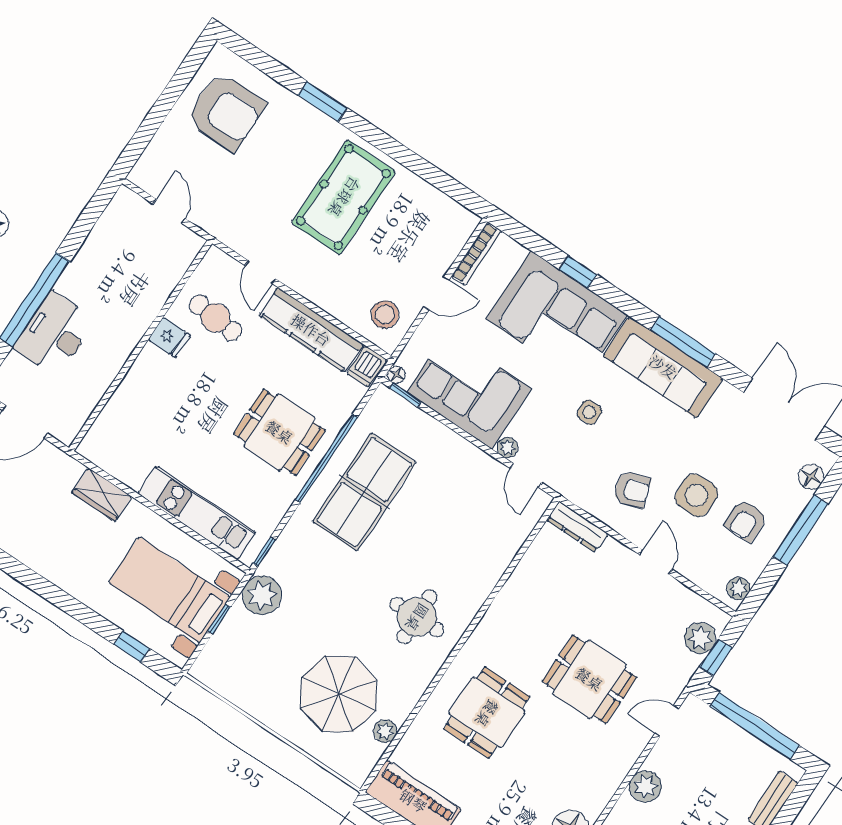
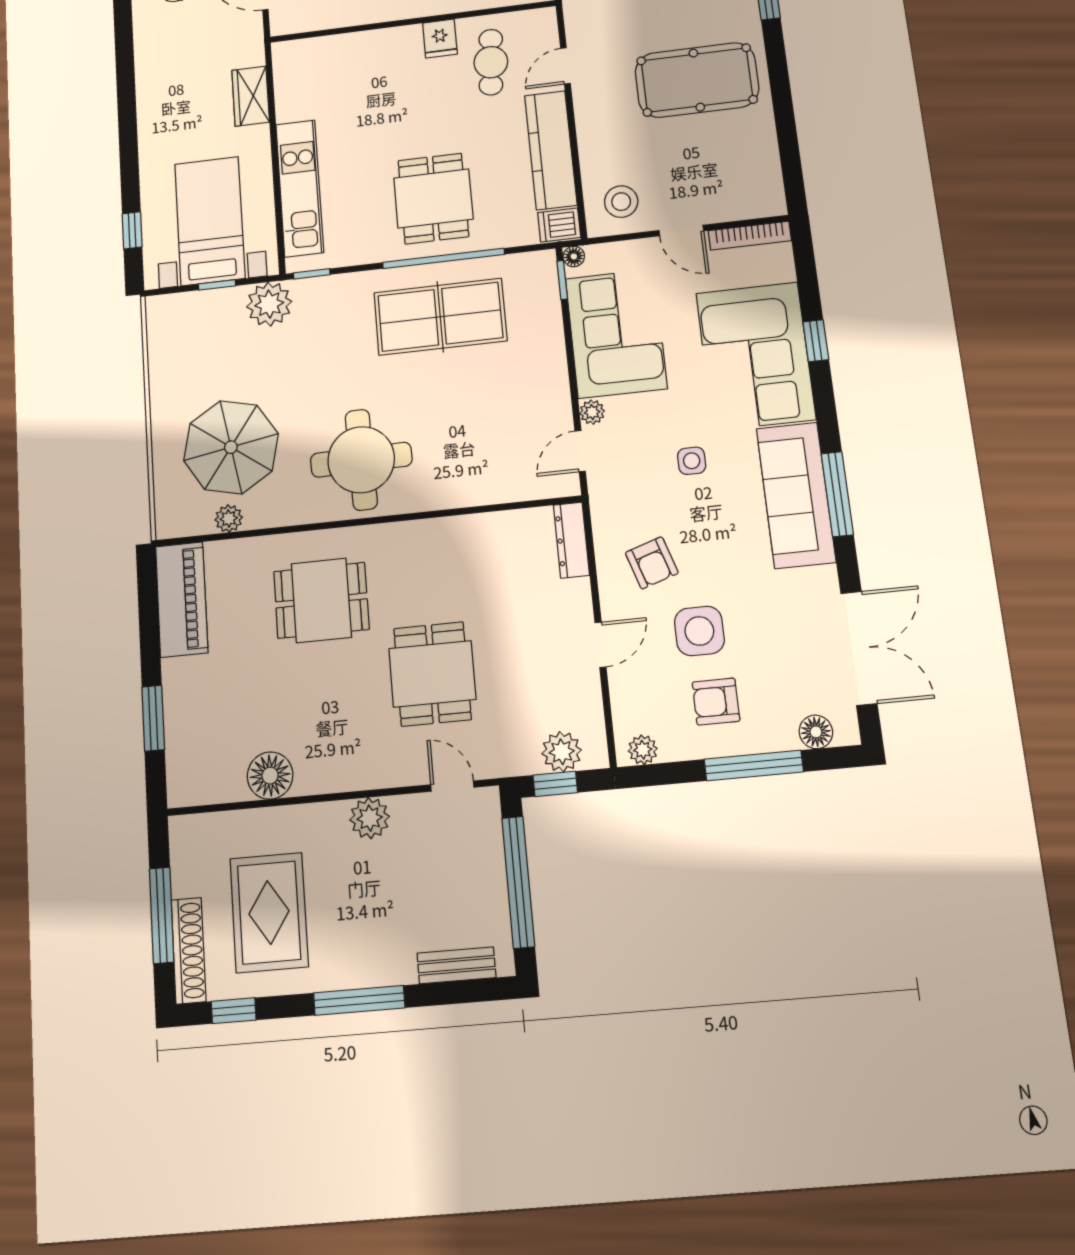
round table: (417, 617) -> (361, 460), width x1.36, depth x1.36

